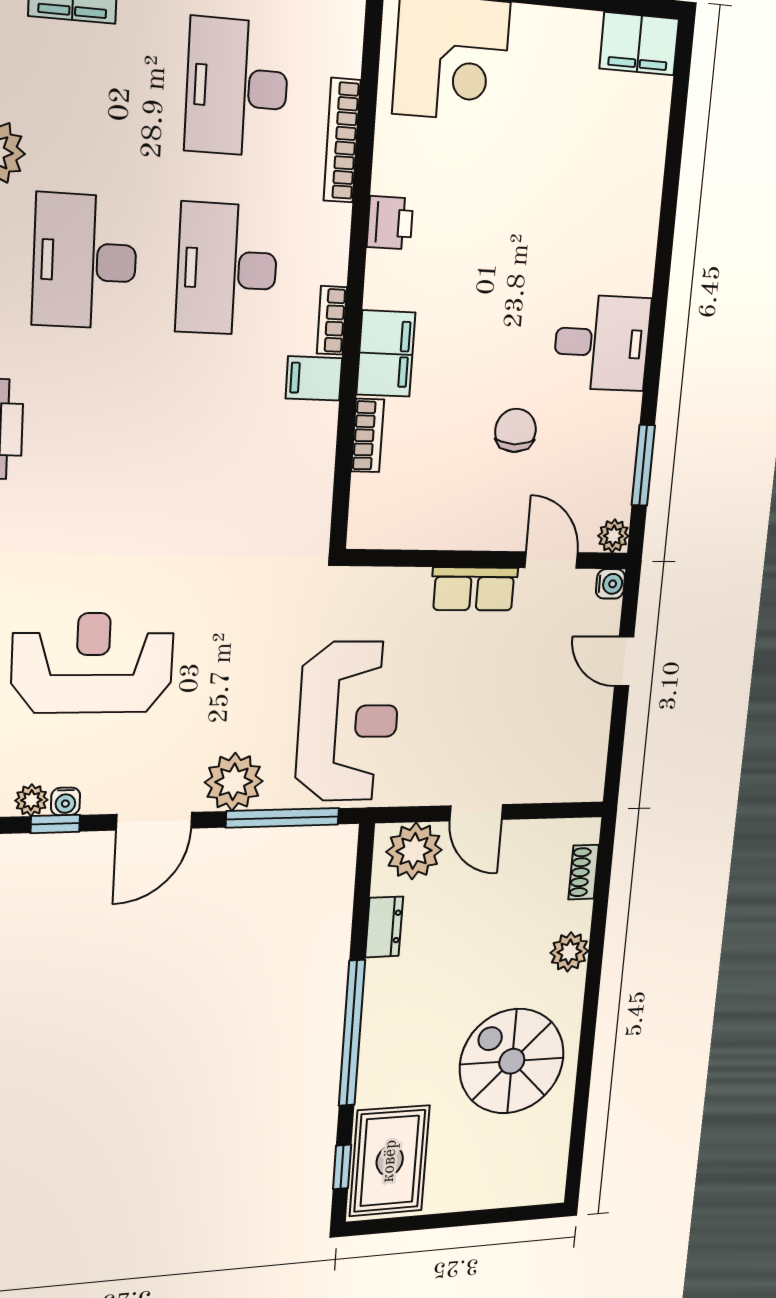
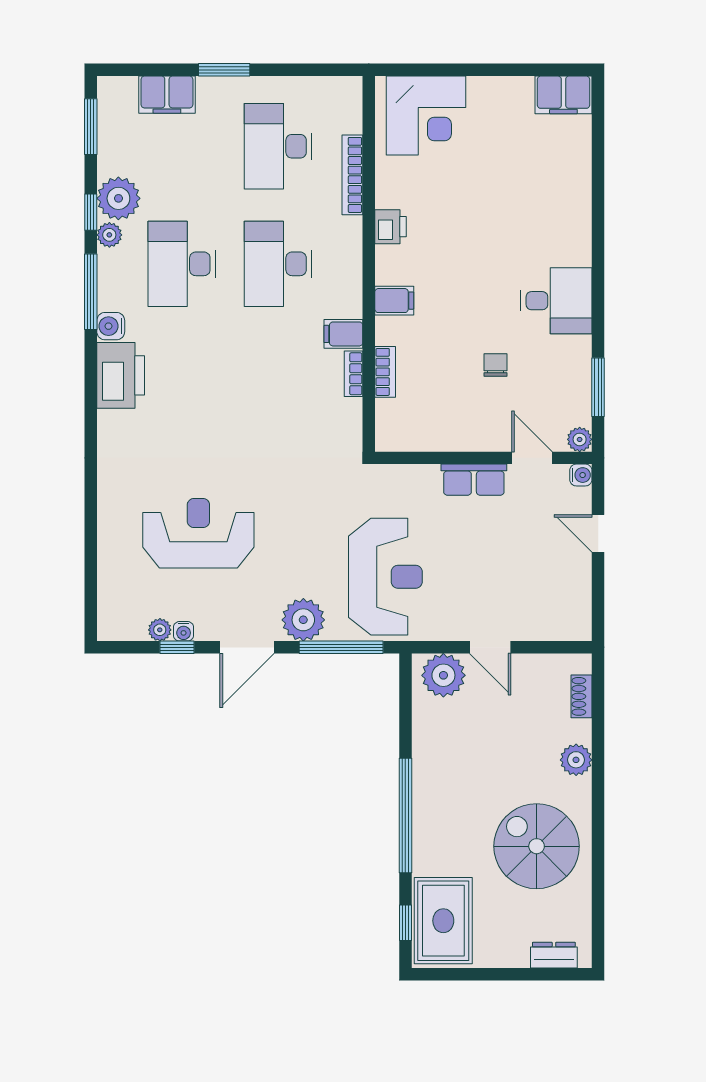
bookcase: (332, 320) -> (354, 374), moved
filing cabinet: (386, 354) -> (394, 301), width x0.50
chair: (515, 430) -> (496, 365), width x0.73, depth x0.73
dresser: (384, 927) -> (554, 955), moved, turned -90

